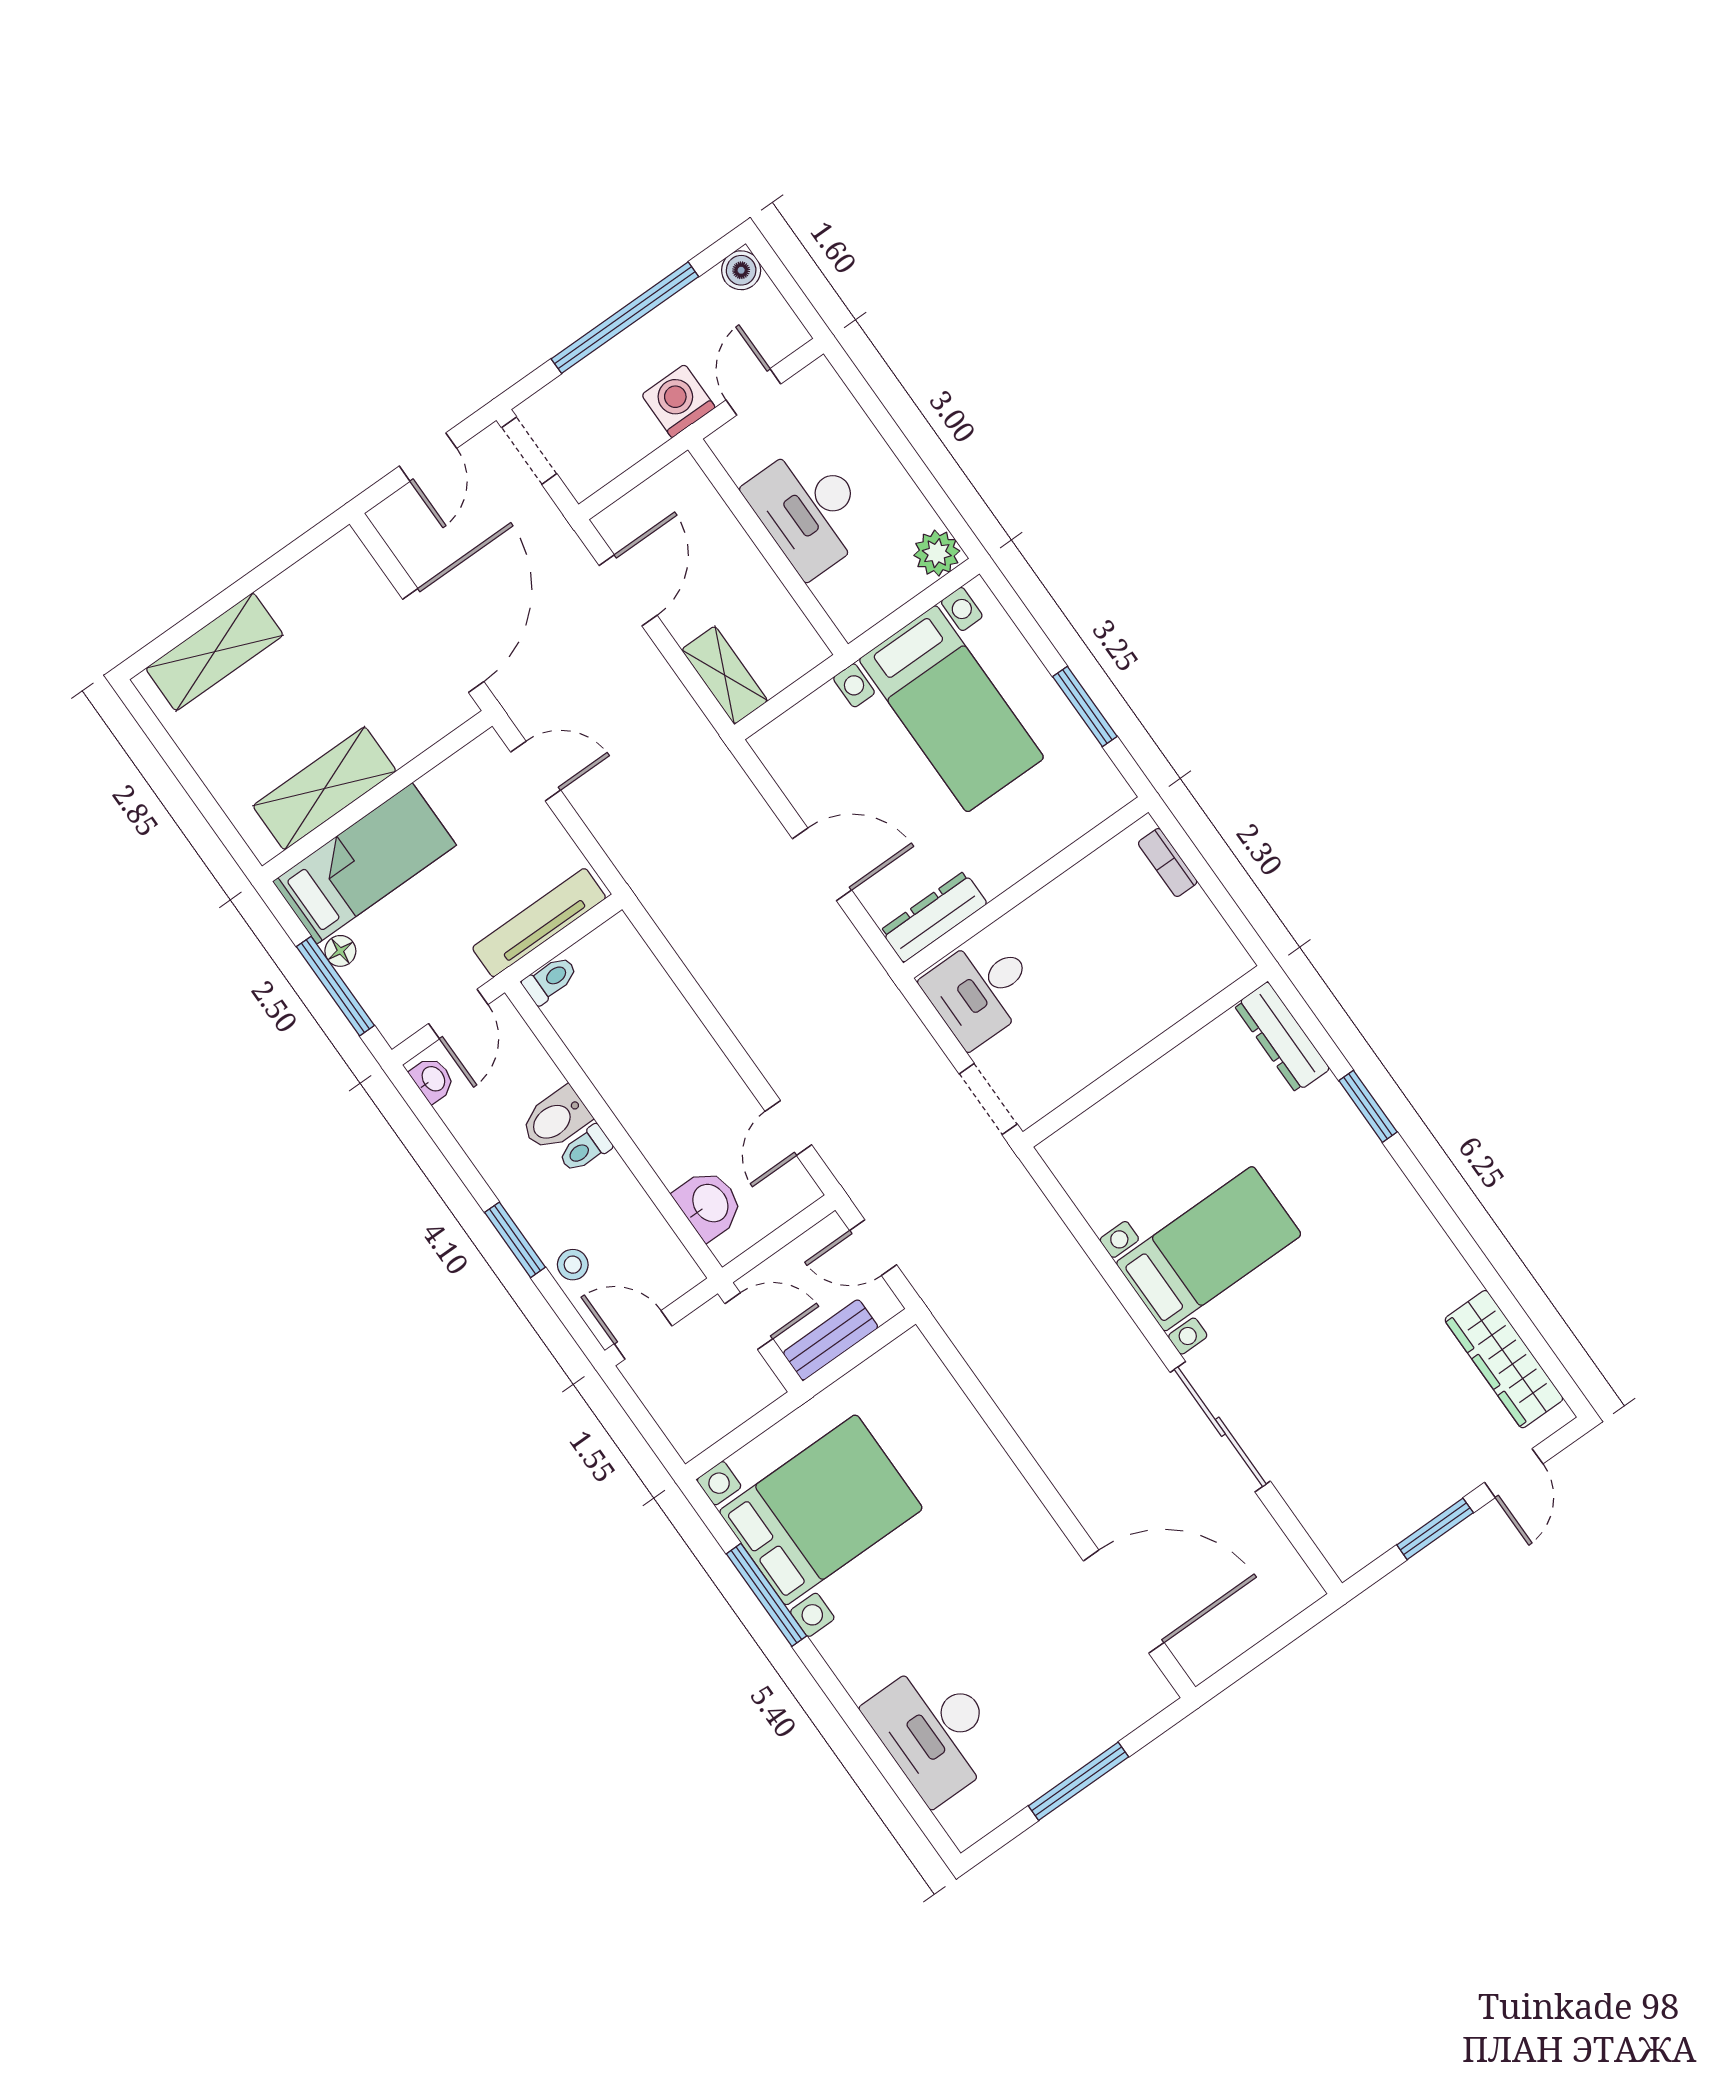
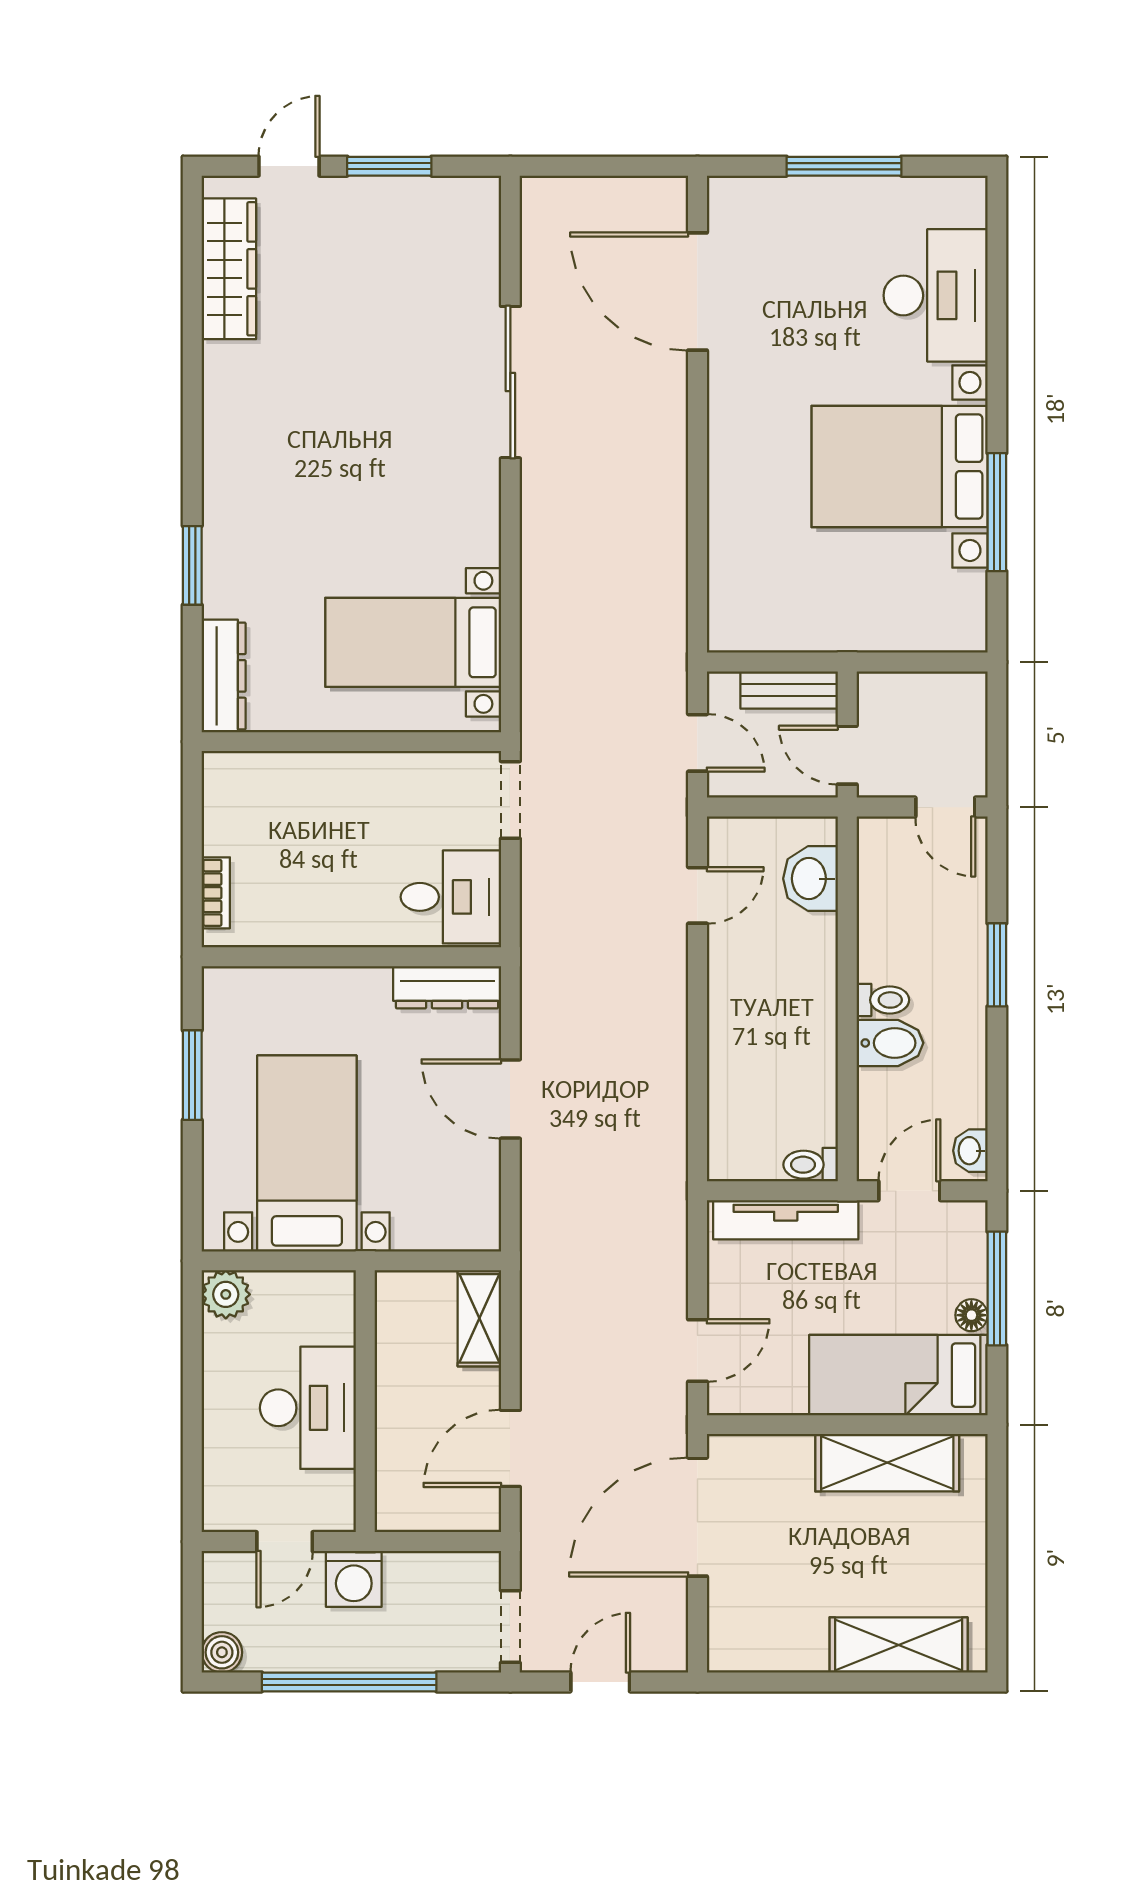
door: (536, 771) -> (697, 1350), swing flipped
bed with nightstands: (1209, 1249) -> (413, 642), moved
stool: (573, 1265) -> (963, 909), removed
bed with nightstands: (821, 1510) -> (900, 466), moved

